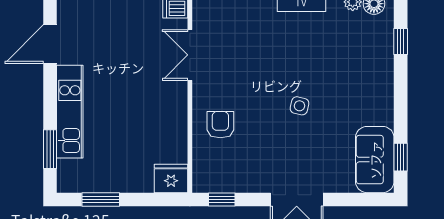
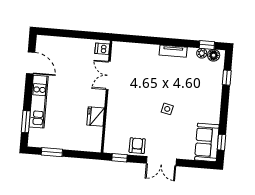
door: (50, 44) -> (31, 63), swing flipped
armchair: (220, 125) -> (137, 146), moved
fridge: (171, 178) -> (96, 117), moved, turned -90

